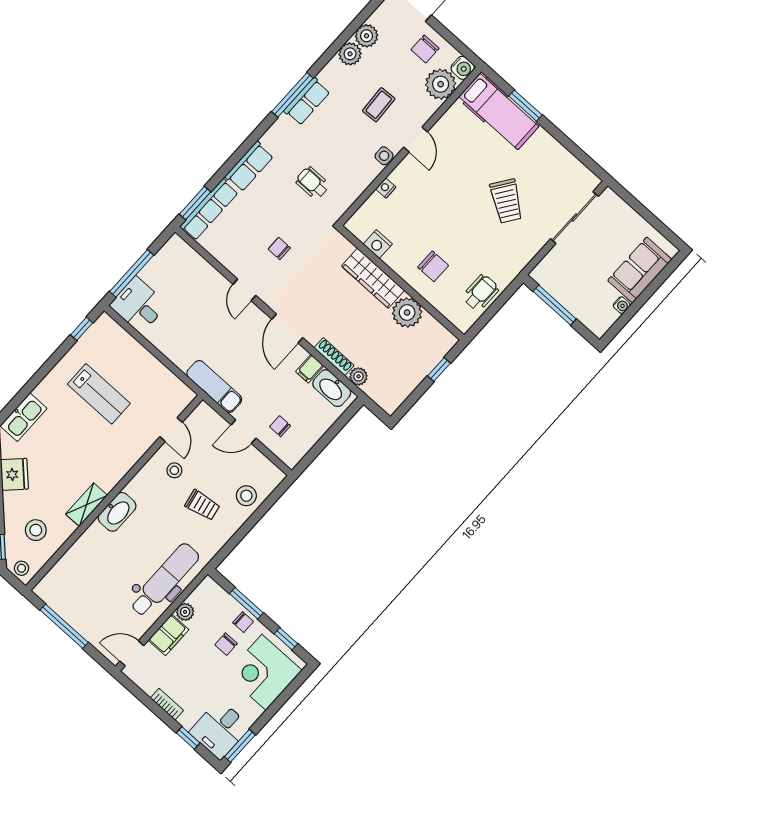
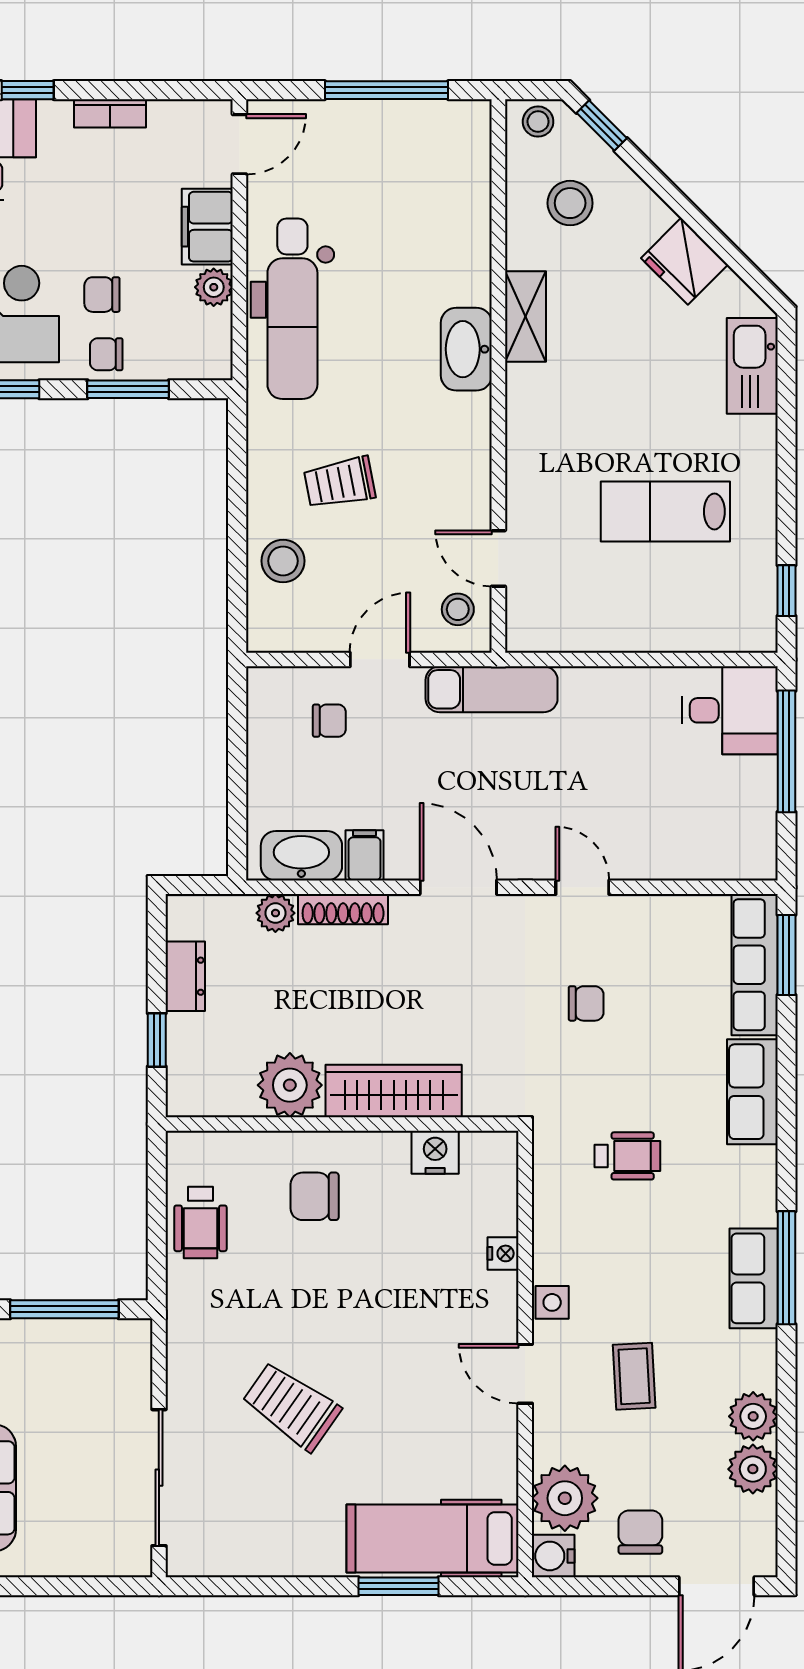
dresser: (409, 383) -> (185, 976), added
stool: (174, 470) -> (458, 609), moved
chair: (226, 644) -> (102, 295), turned -90

